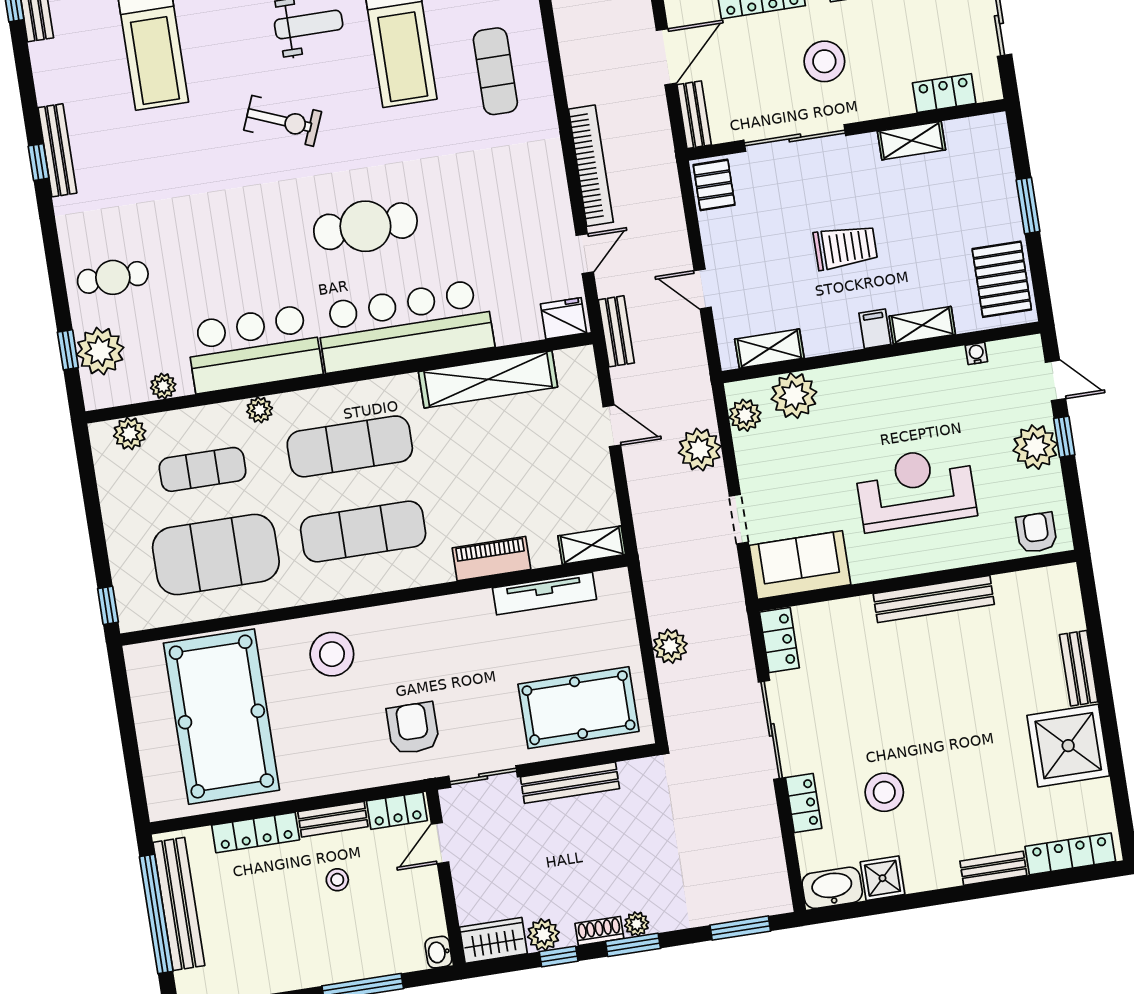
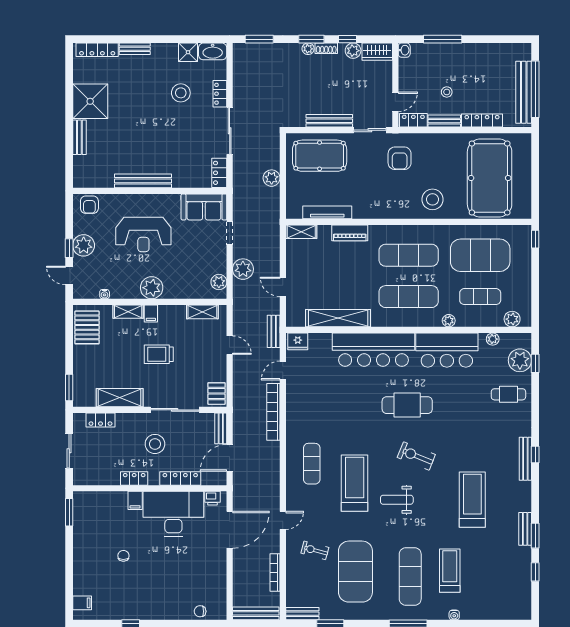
shelving: (911, 141) -> (120, 398), width x1.50, depth x1.33
window: (1028, 206) -> (69, 387), moved
cafe table: (365, 226) -> (407, 405), moved
plant: (794, 396) -> (152, 288), moved

